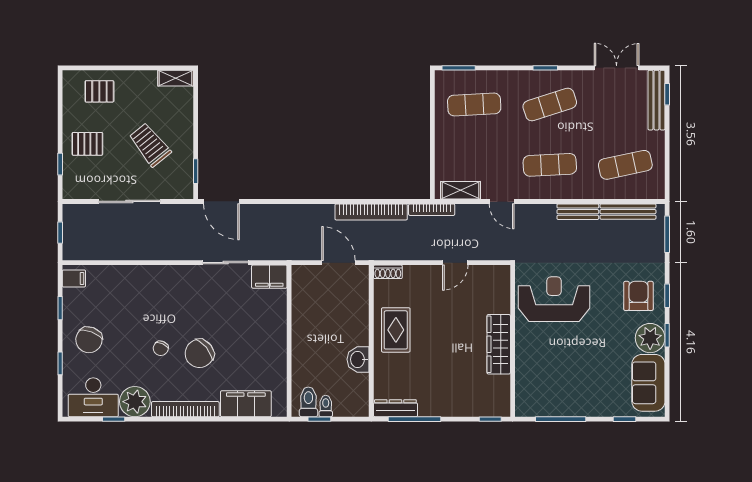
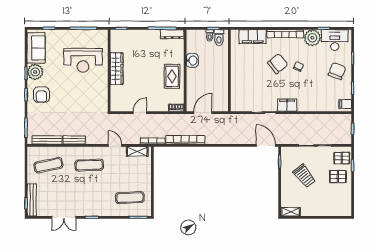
double door: (617, 68) -> (64, 217), moved
pallet: (99, 91) -> (342, 158), moved
exercise mat: (550, 104) -> (89, 198), removed
door: (338, 263) -> (203, 113), swing flipped
filing cabinet: (269, 277) -> (287, 105), moved
reception desk: (554, 299) -> (83, 60), moved

